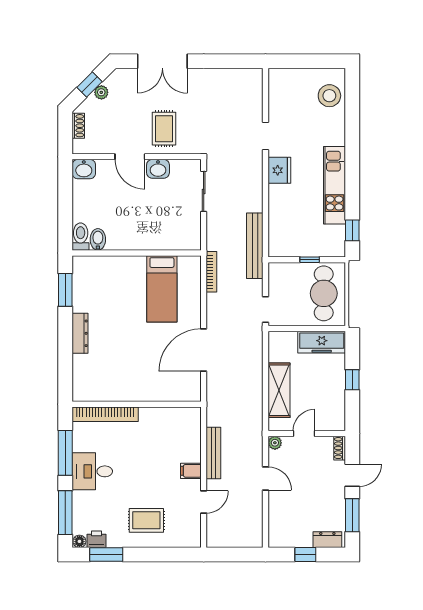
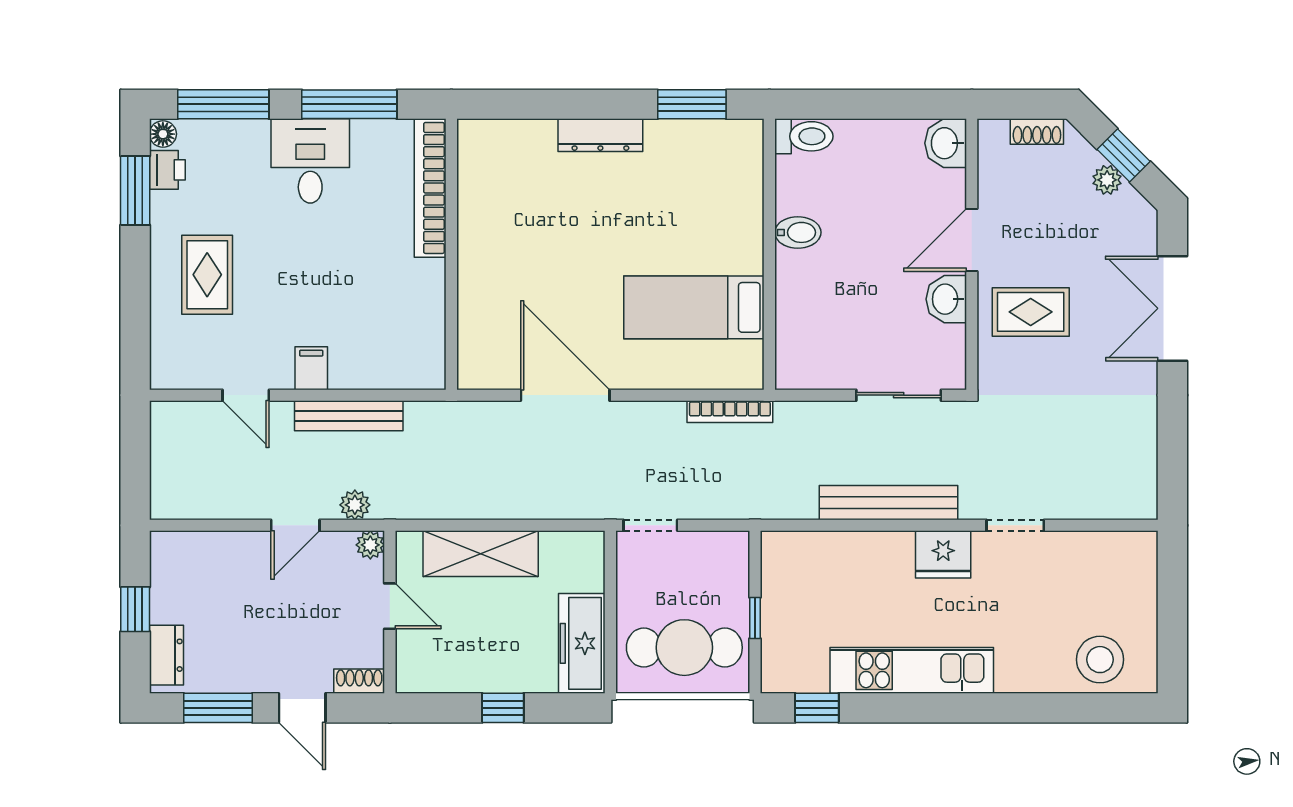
bidet: (98, 239) -> (798, 232), moved
bench: (255, 246) -> (889, 503), moved
plant: (256, 450) -> (355, 505), added

